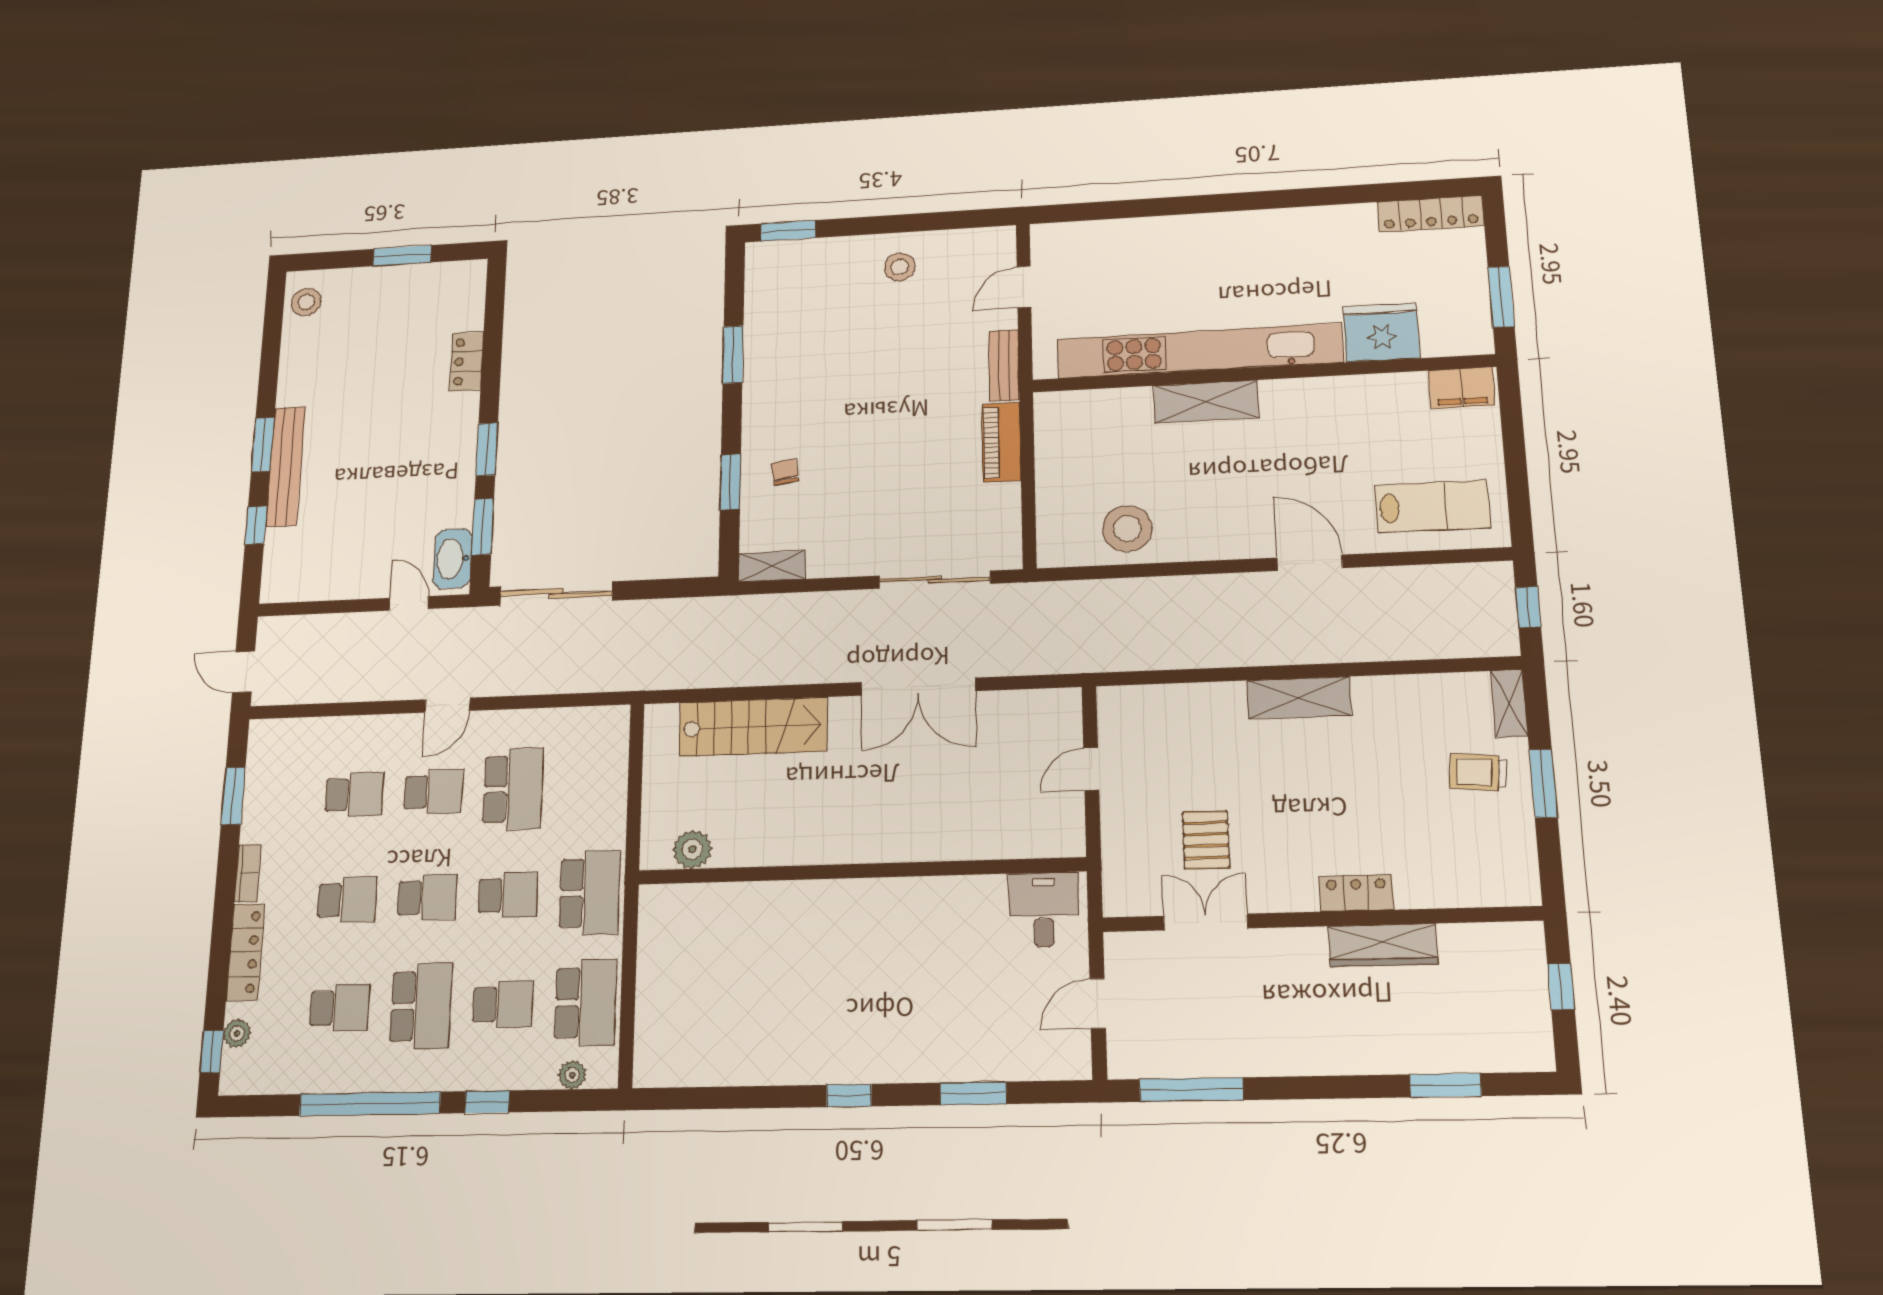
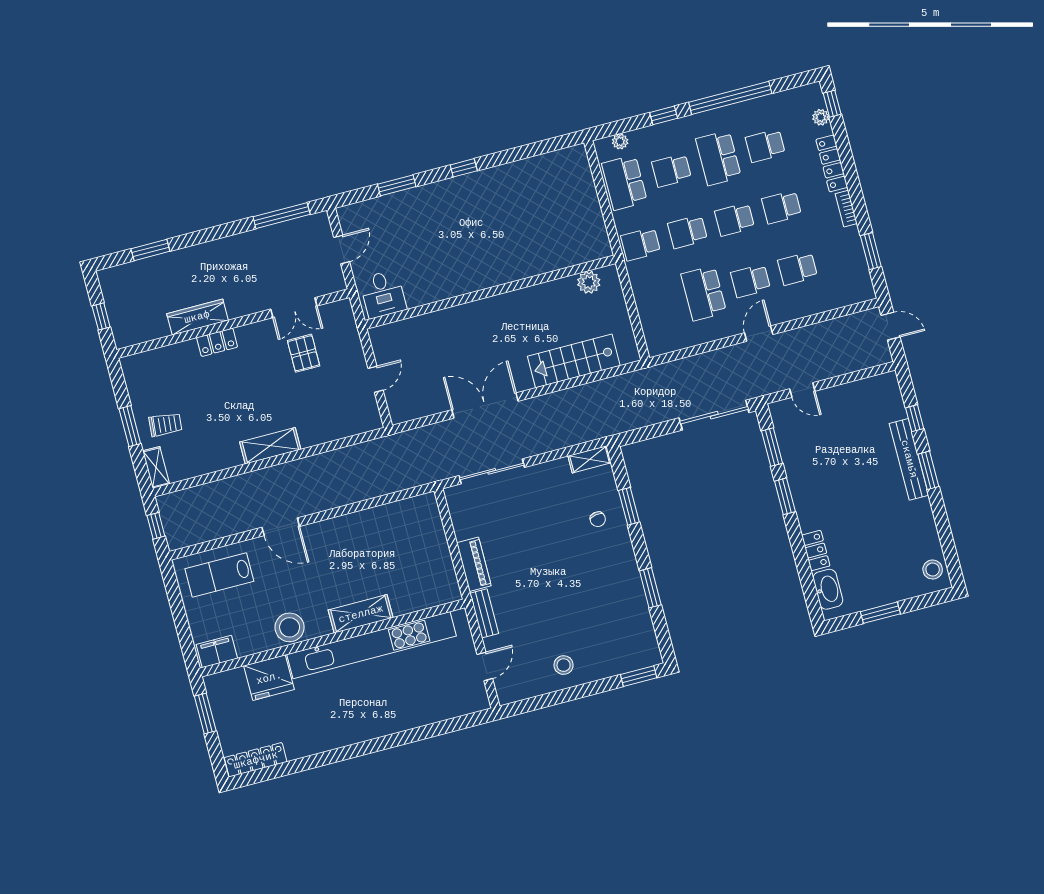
stool: (1127, 529) -> (290, 627), moved
washbasin: (453, 559) -> (828, 589), moved
school desk: (590, 893) -> (641, 244), width x0.54

